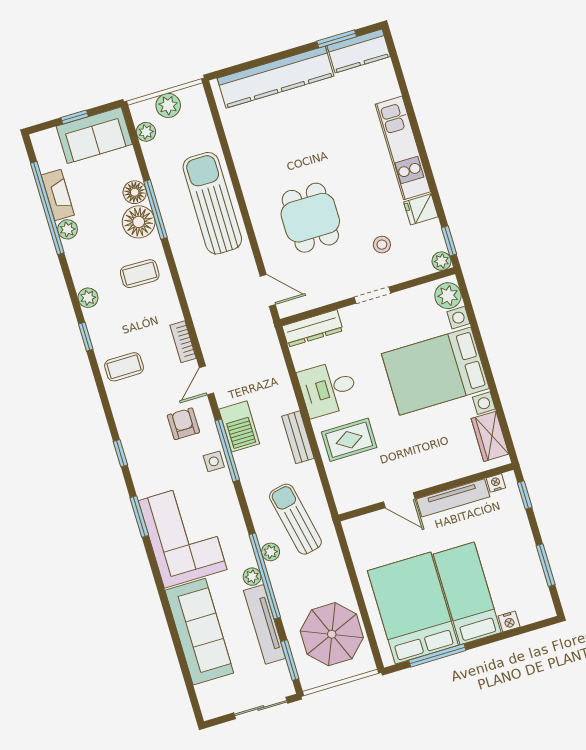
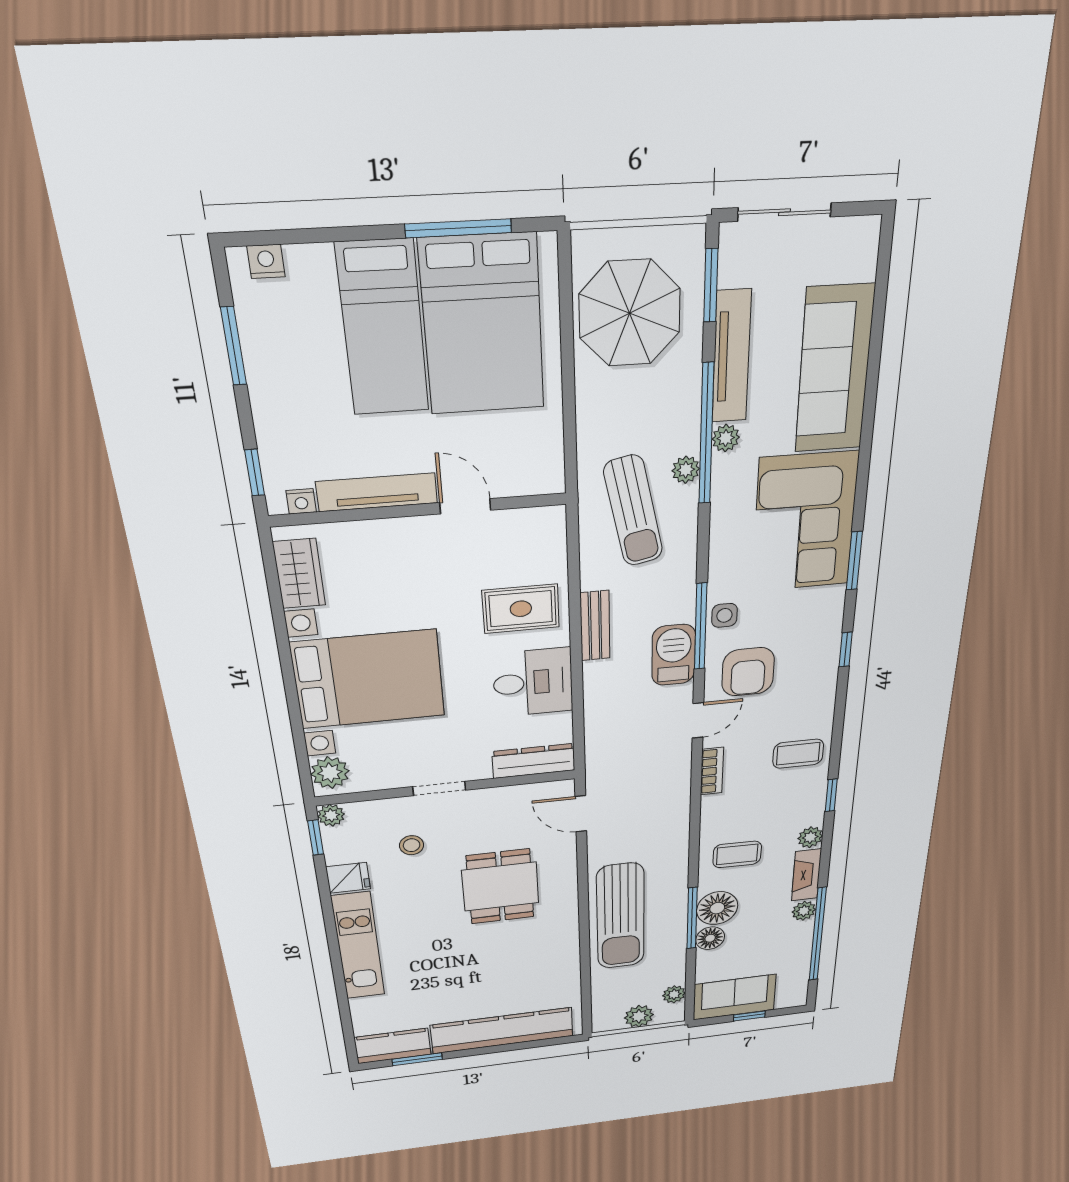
fireplace: (58, 195) -> (806, 875), moved
armchair: (183, 424) -> (748, 672), width x1.38, depth x1.38
nightstand: (509, 622) -> (266, 261), moved

